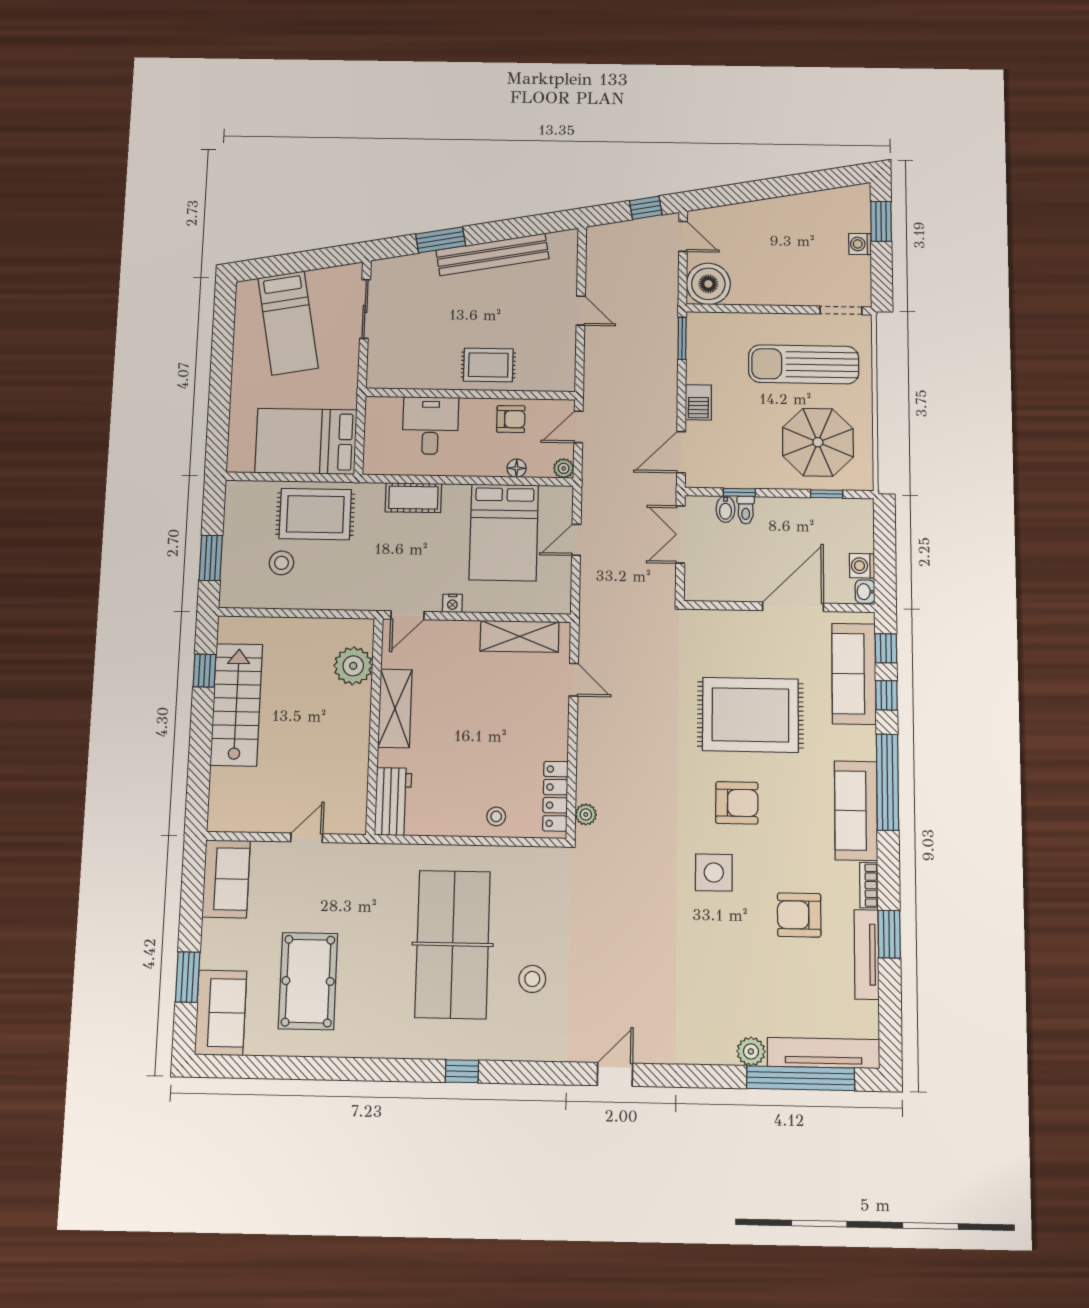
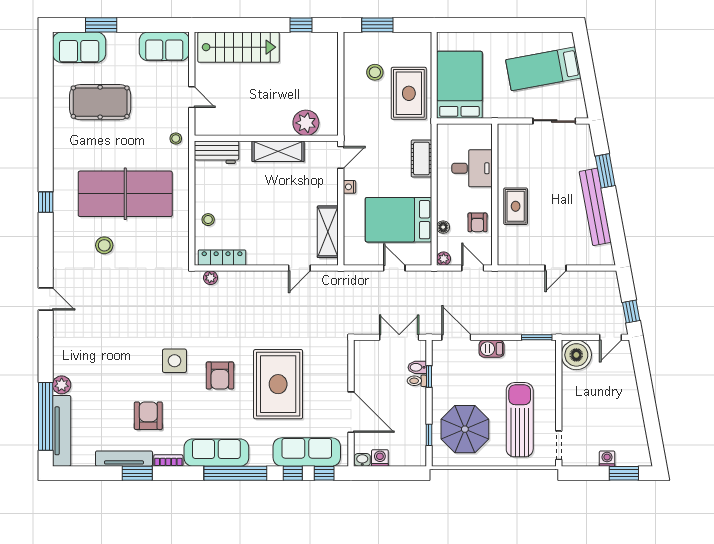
door: (407, 615) -> (341, 157), swing flipped
stairs: (236, 705) -> (239, 47), moved
stool: (369, 864) -> (176, 138), added

